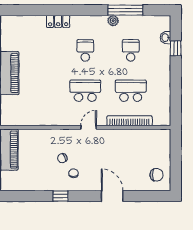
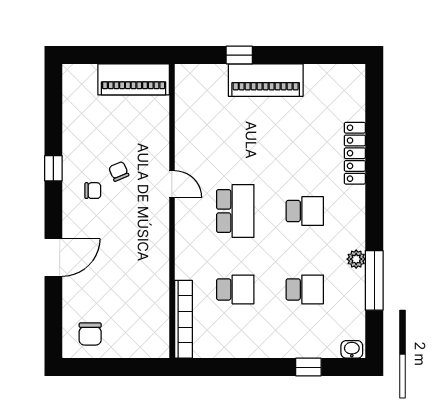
locker: (58, 21) -> (355, 153), width x1.53
washbasin: (165, 38) -> (352, 349), moved
school desk: (131, 91) -> (235, 289), width x0.54
bookcase: (130, 121) -> (183, 319), moved
door: (89, 127) -> (172, 184), moved

